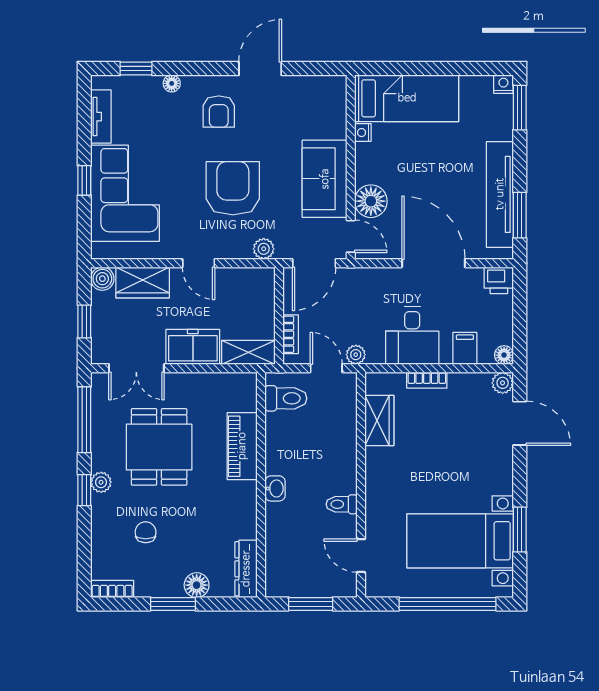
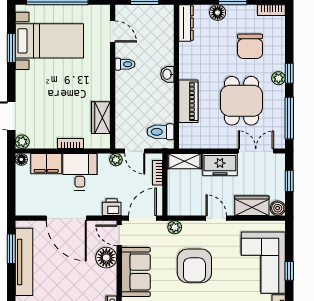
printer: (499, 280) -> (112, 207), moved
filing cabinet: (465, 348) -> (46, 164), width x2.00
chair: (146, 532) -> (250, 46), width x1.87, depth x1.87

